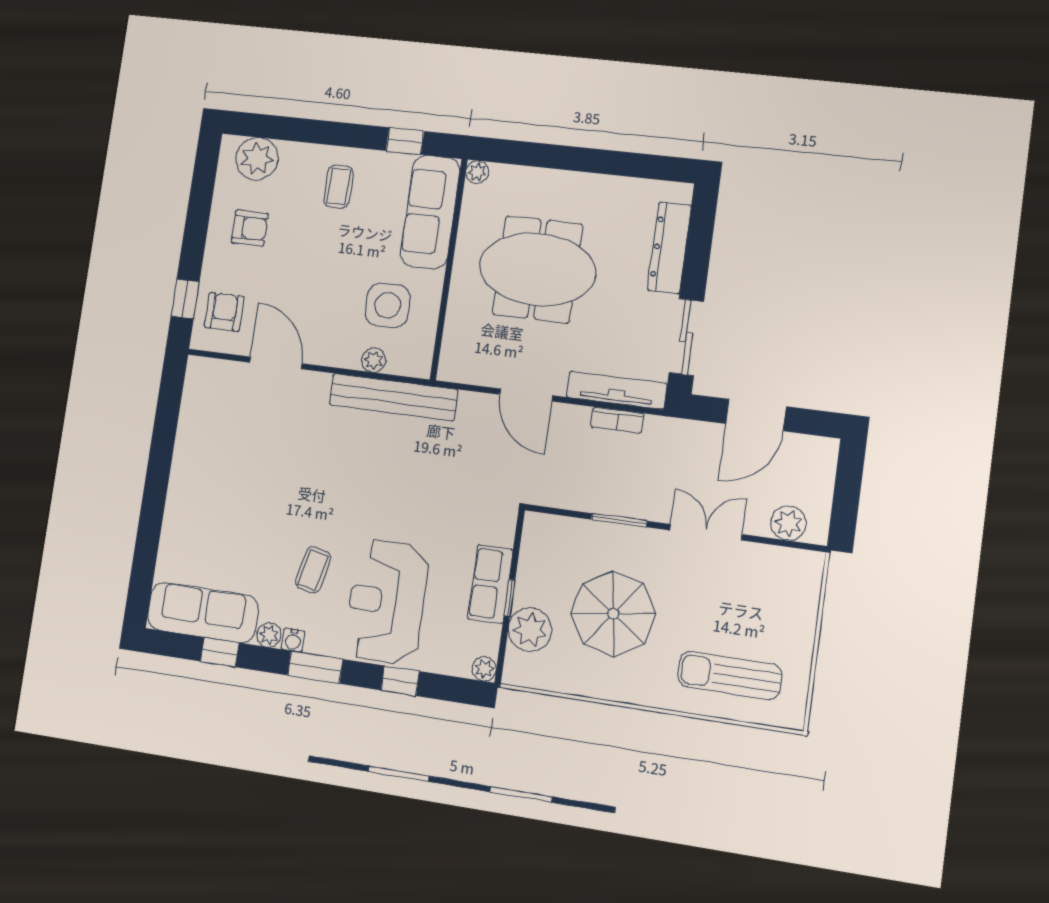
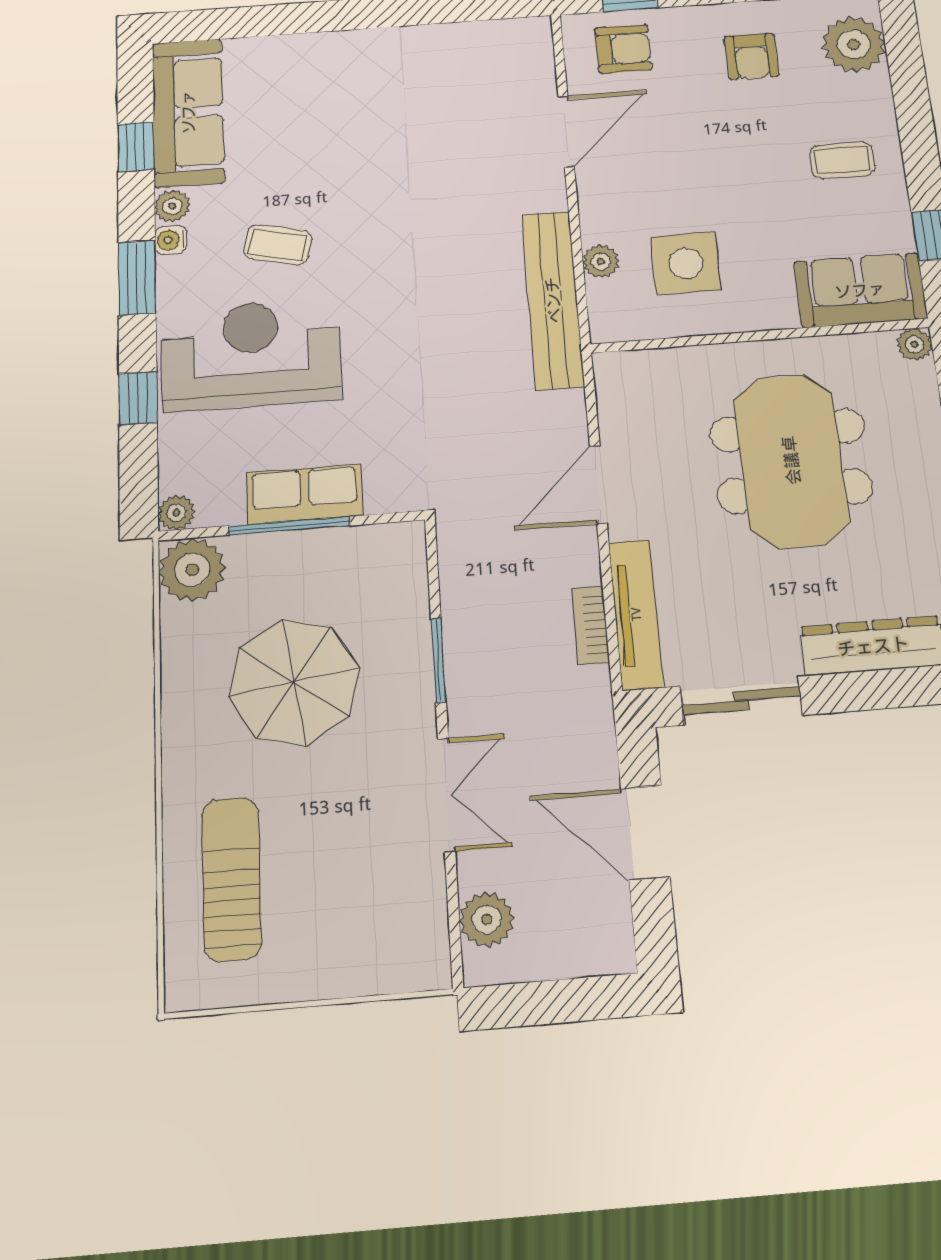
sofa: (430, 212) -> (860, 290), width x0.73
window: (509, 598) -> (289, 526), width x2.17
plant: (530, 630) -> (192, 570), moved

